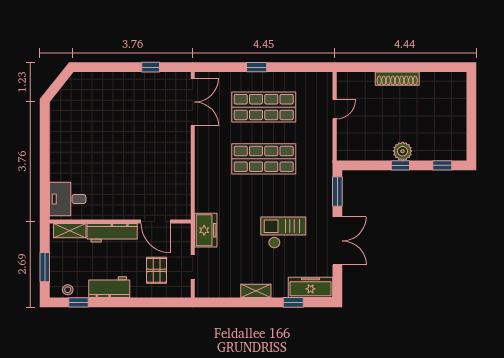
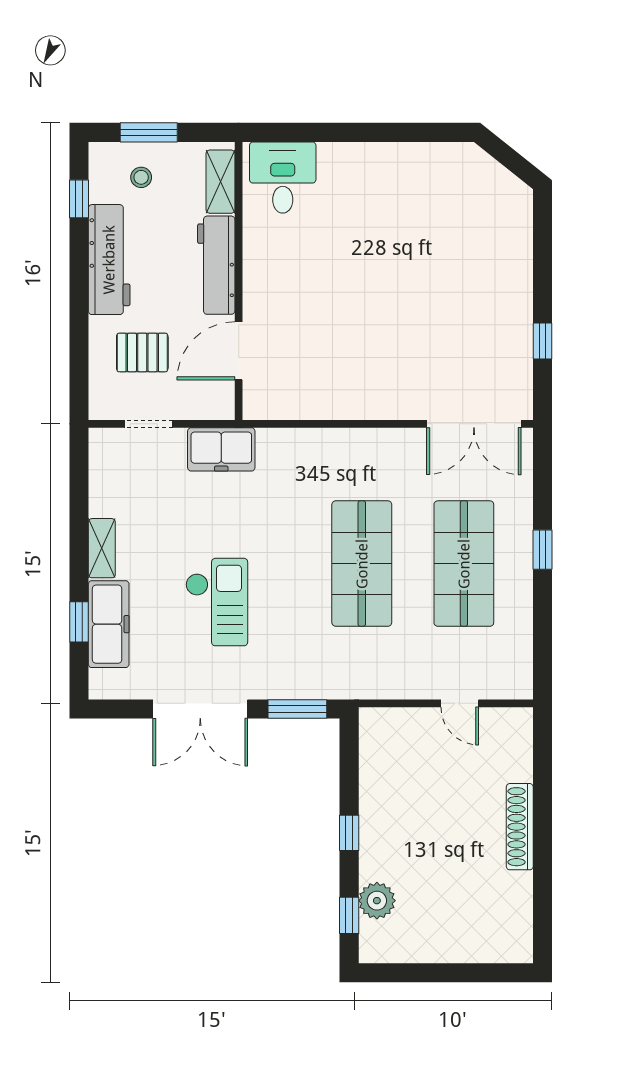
plant: (403, 151) -> (377, 901), moved
workbench: (109, 287) -> (109, 260), width x1.38
freezer: (311, 287) -> (109, 624), moved
stool: (68, 290) -> (141, 177), moved

